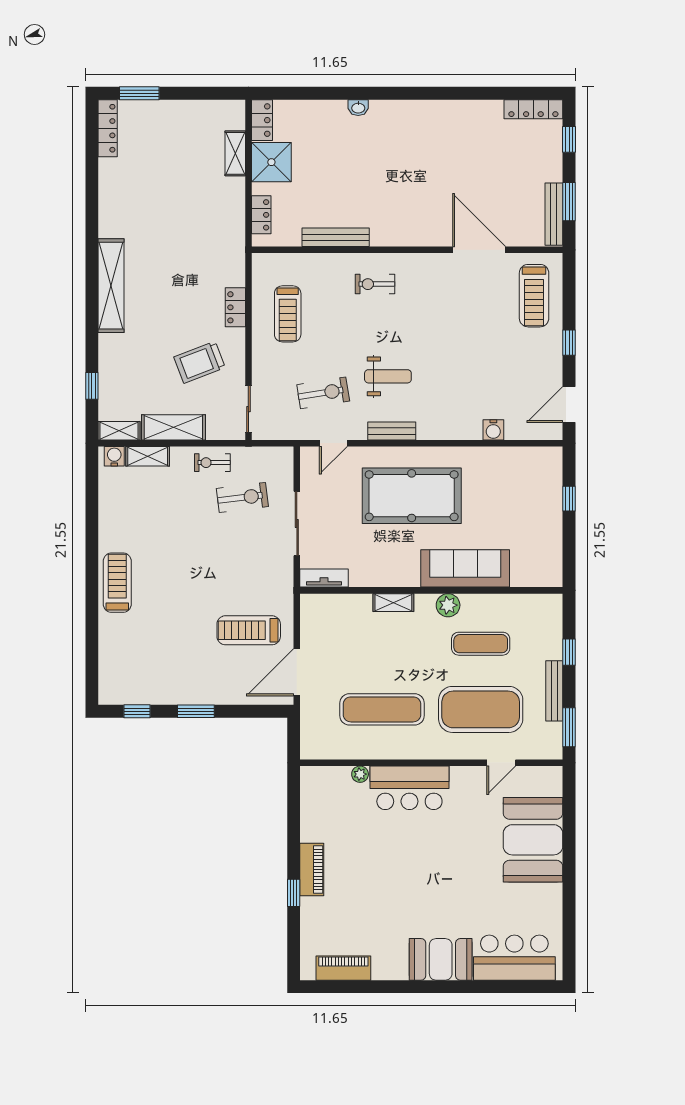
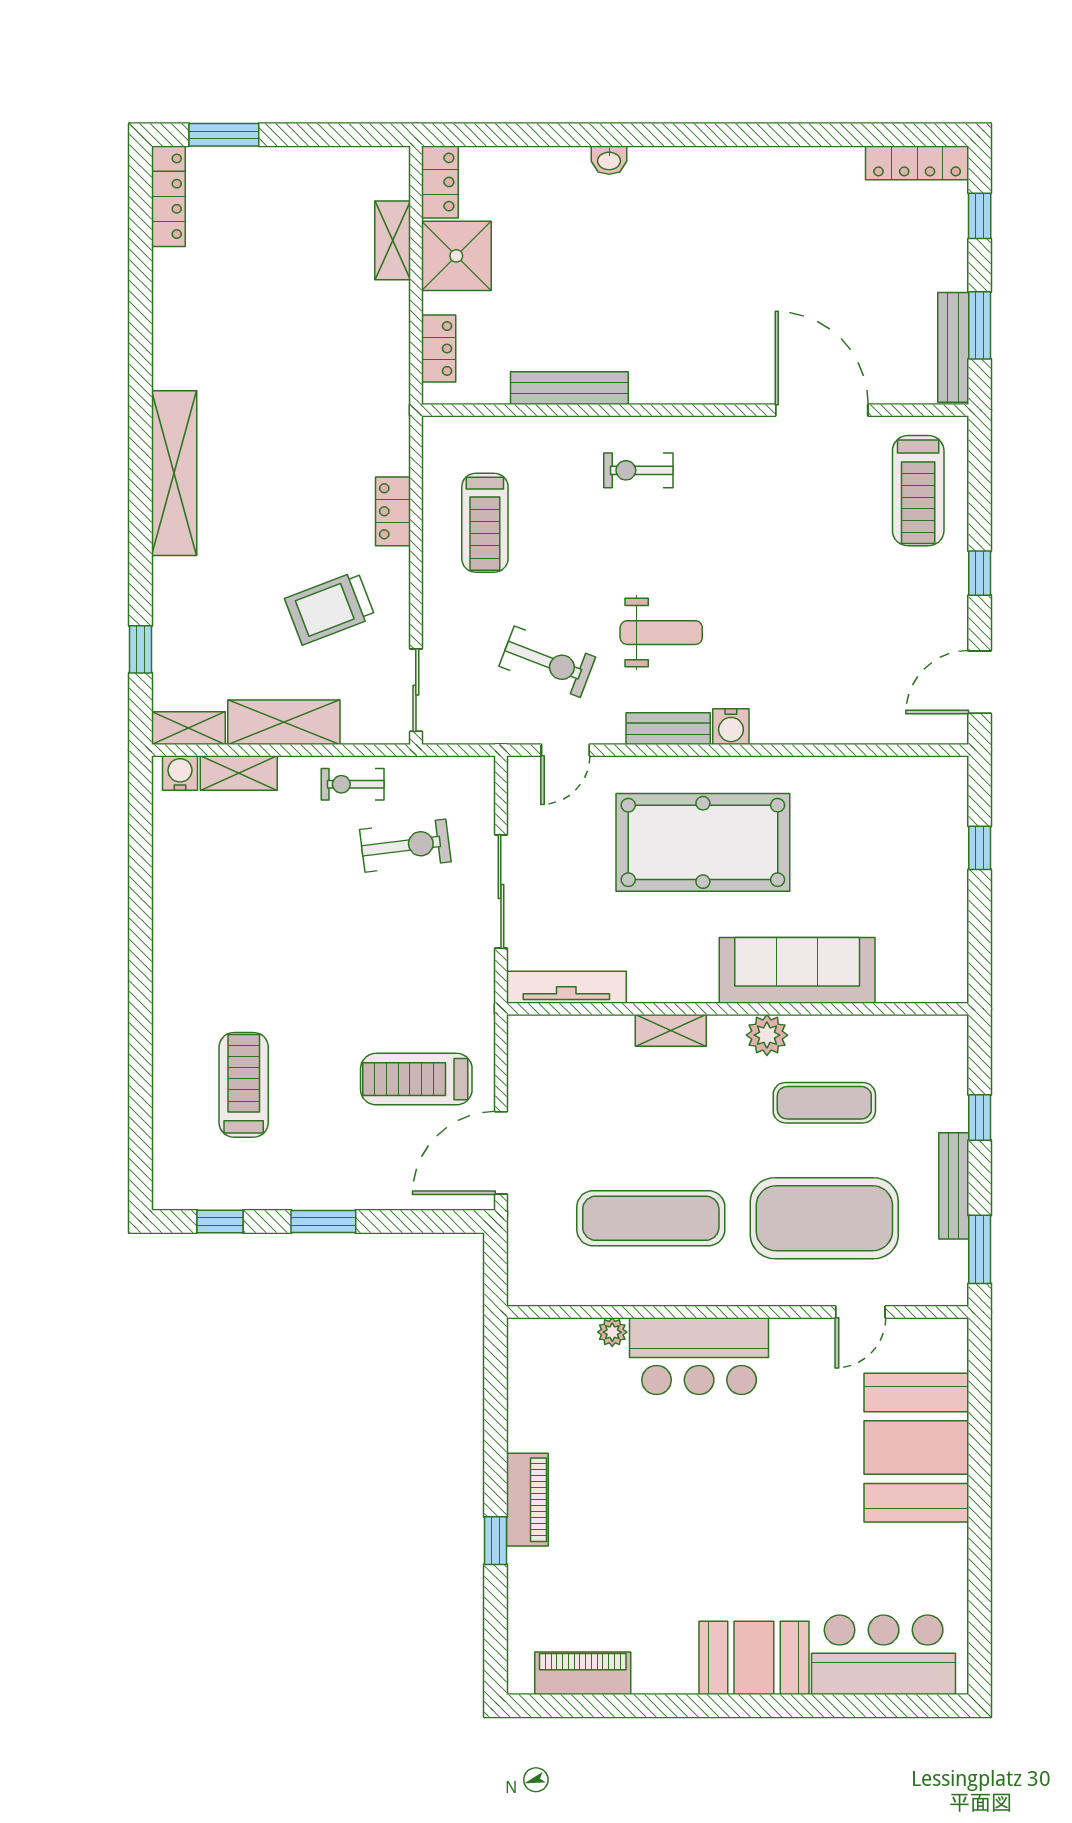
exercise bike: (323, 393) -> (547, 662), turned 30
water cooler: (493, 430) -> (731, 727), moved
tv unit: (324, 578) -> (566, 987), width x1.41
treadmill: (117, 583) -> (244, 1085), moved

